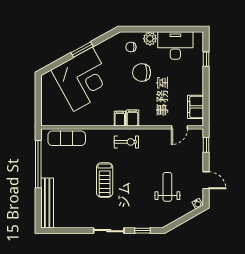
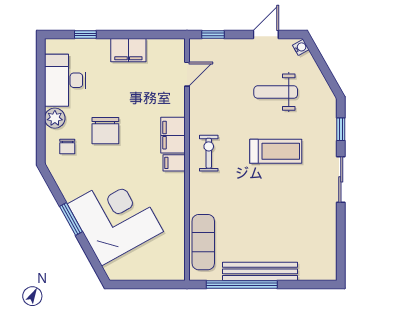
filing cabinet: (196, 107) -> (128, 50), moved
filing cabinet: (132, 118) -> (173, 135), width x2.00
door: (180, 127) -> (187, 74), hinge flipped
treadmill: (105, 180) -> (276, 151), moved
bench: (47, 203) -> (260, 271), moved

